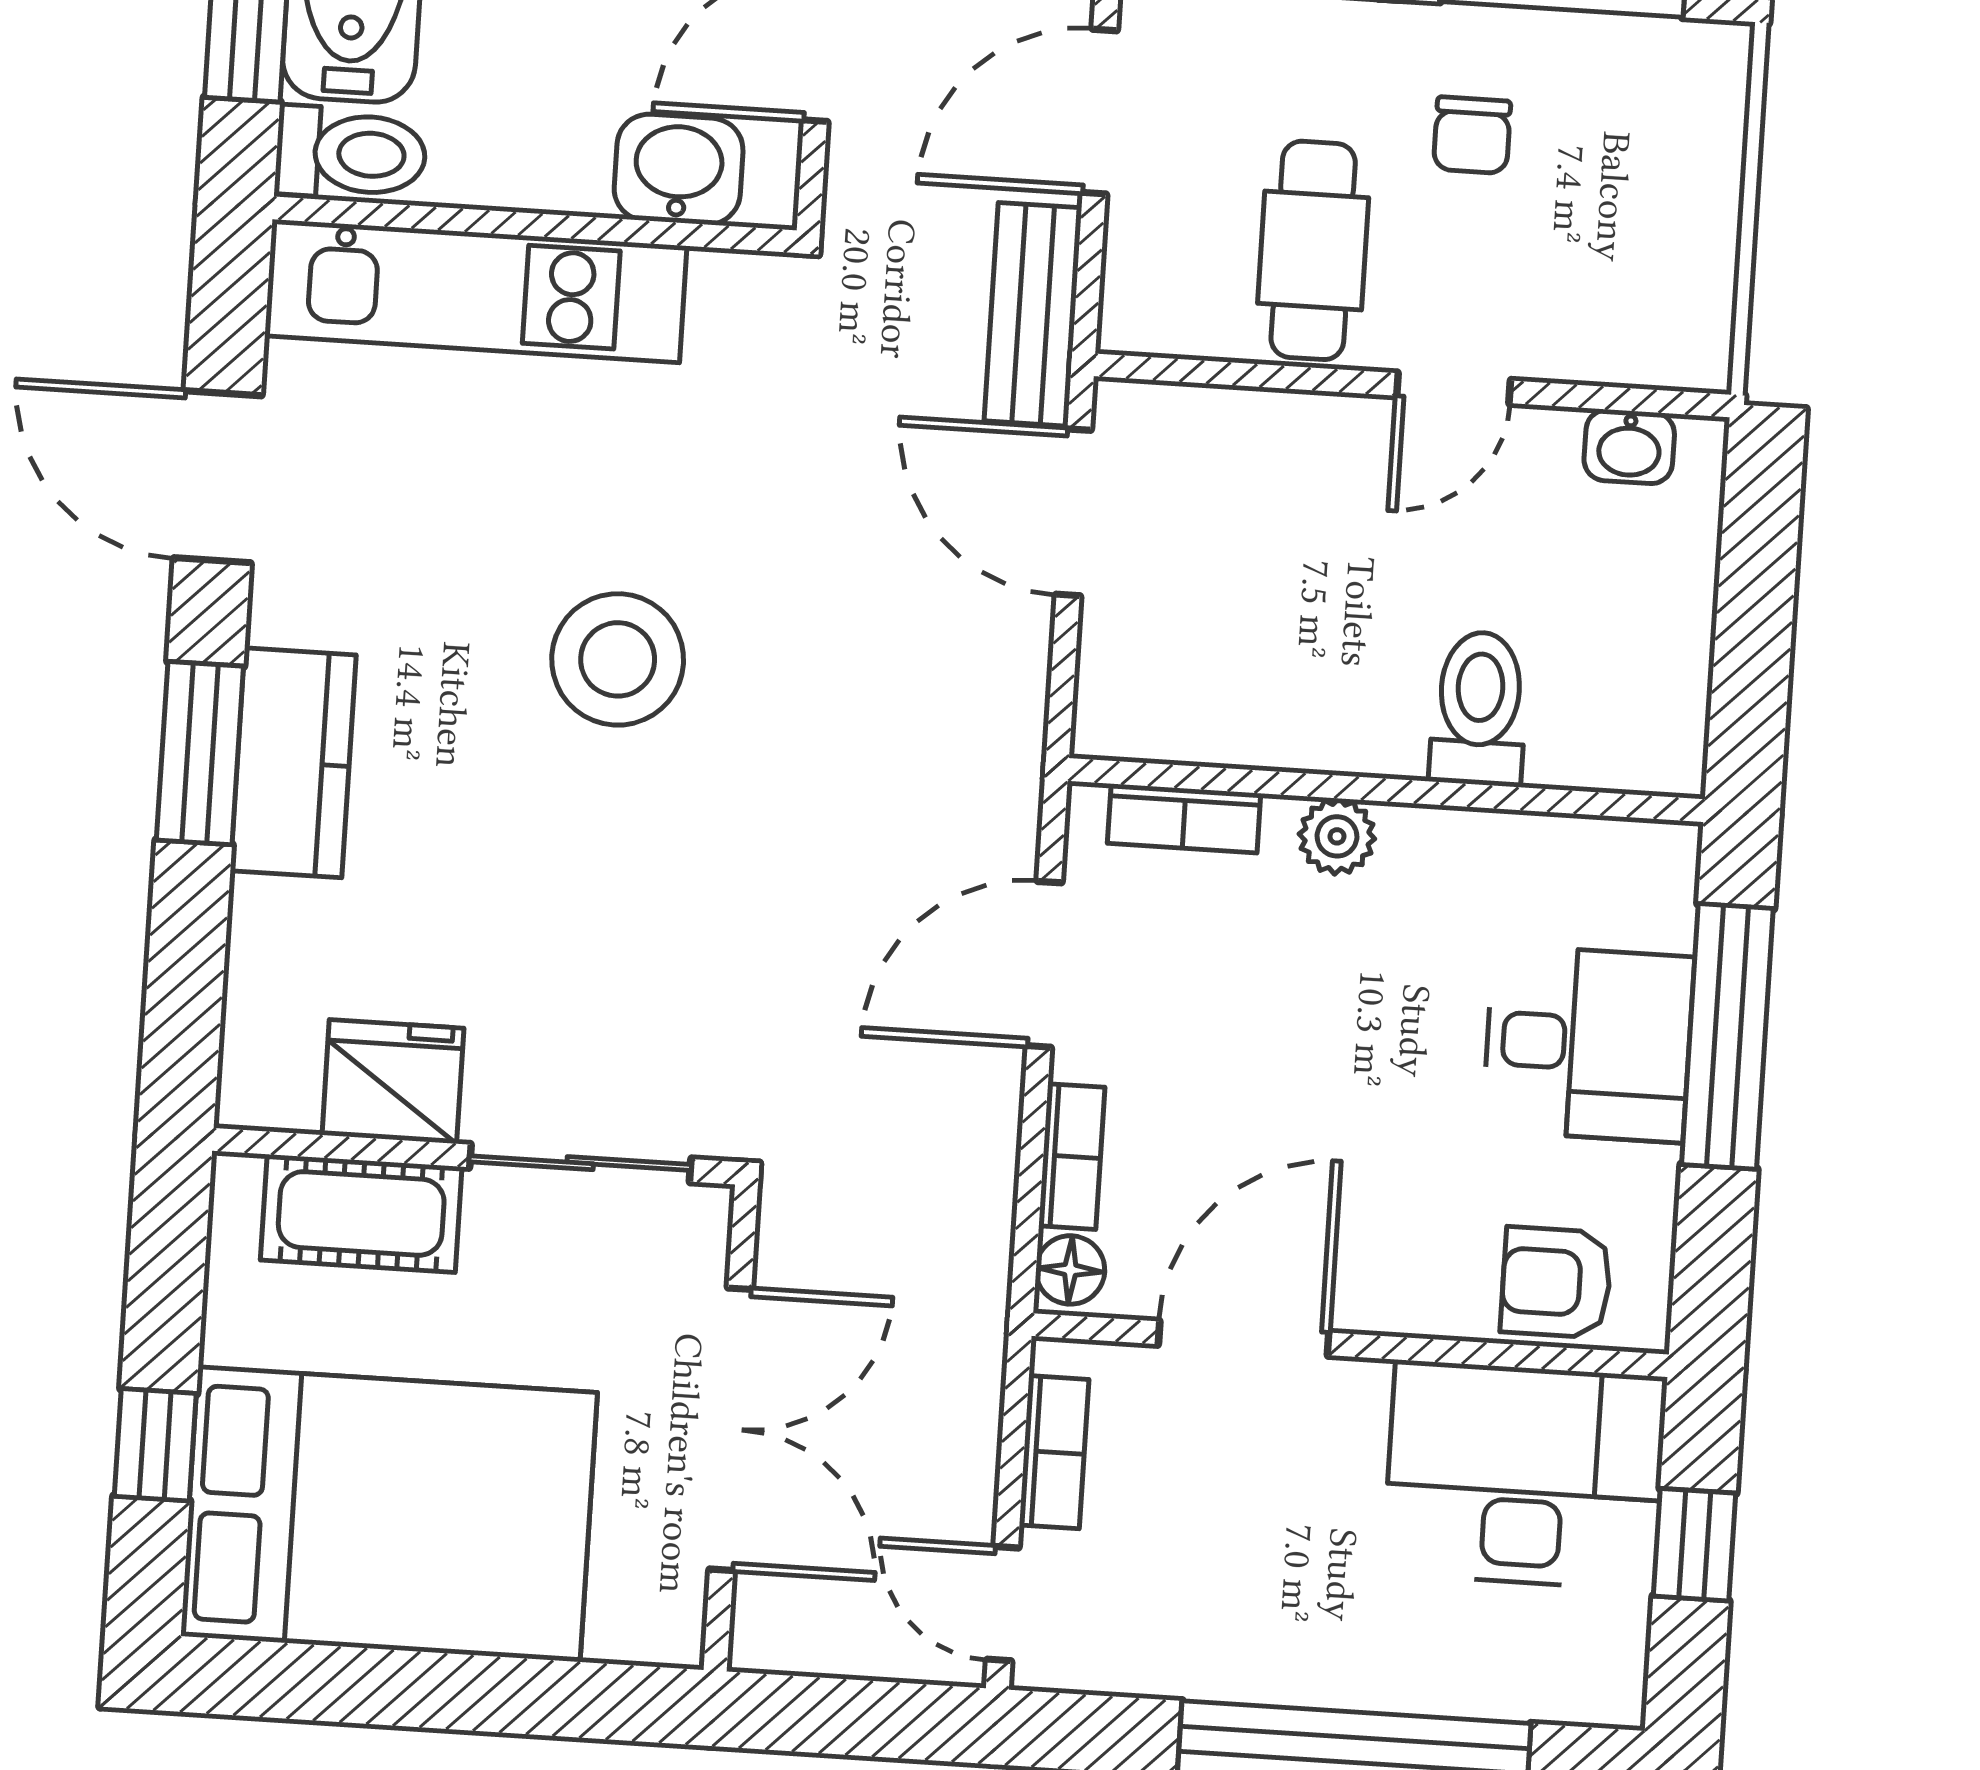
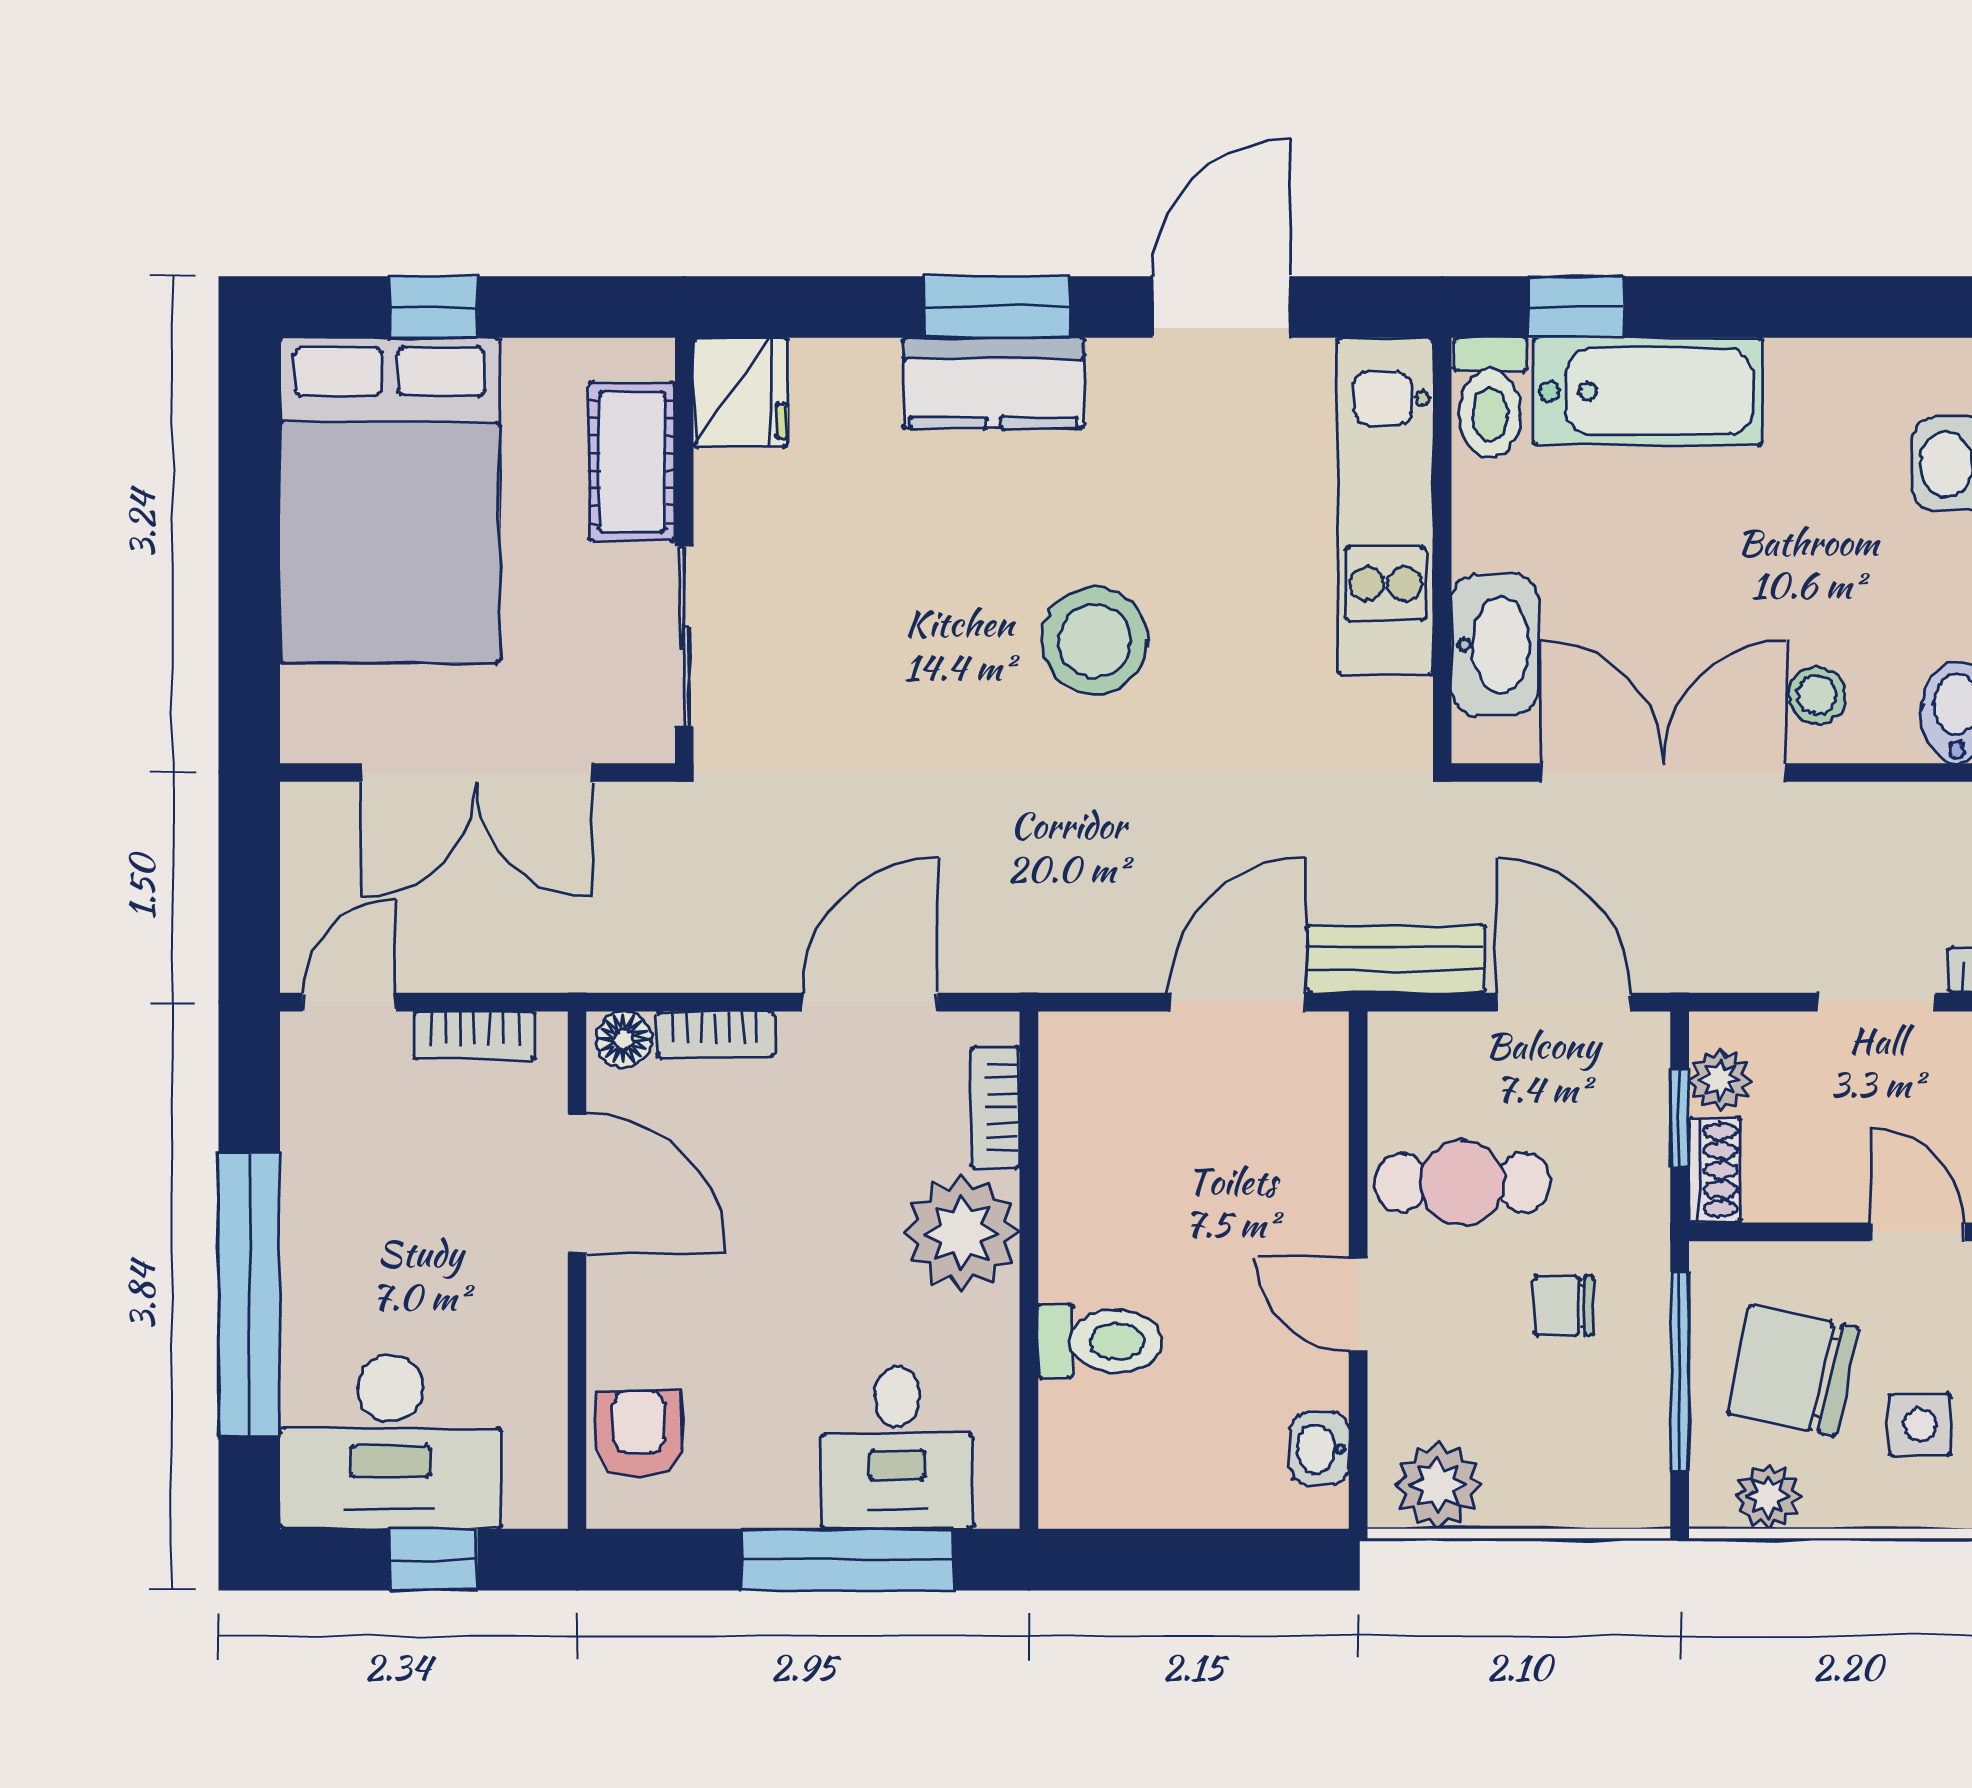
washbasin: (679, 169) -> (1495, 645), width x1.38
plant: (1683, 304) -> (1438, 1485), added
plant: (1337, 836) -> (962, 1233), width x1.88, depth x1.88
door: (1044, 964) -> (870, 1002), hinge flipped
desk: (1588, 1044) -> (897, 1447), moved
fridge: (393, 1082) -> (741, 392), moved
desk: (1525, 1475) -> (391, 1442), moved, turned 90

